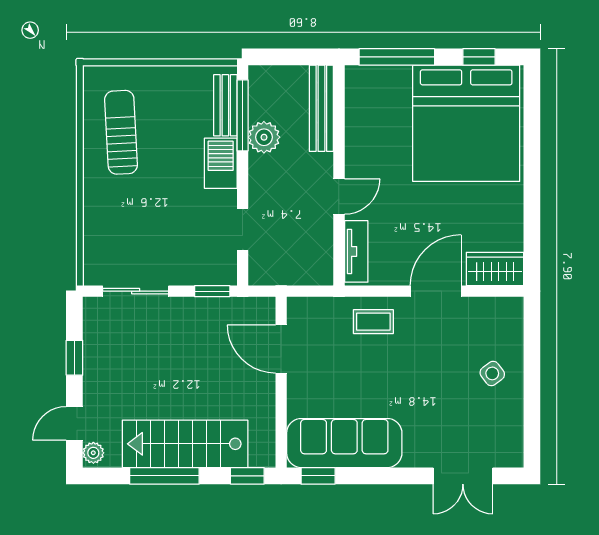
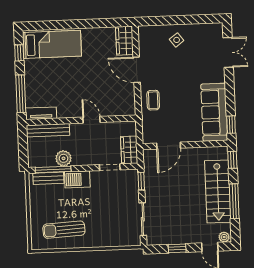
bed: (466, 123) -> (52, 44), width x0.49
tv unit: (356, 251) -> (41, 113), moved
wardrobe: (276, 270) -> (129, 150), added

